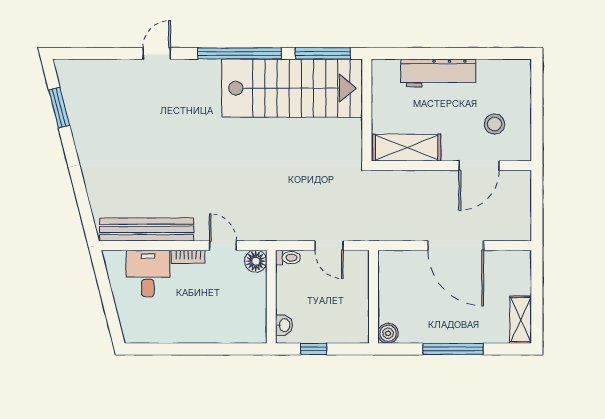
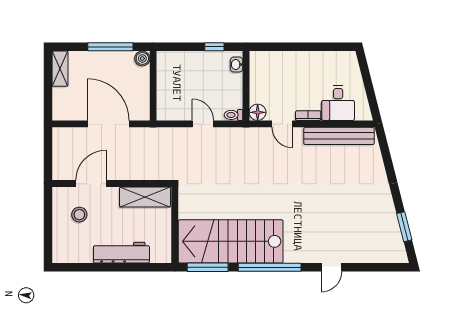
wall: (373, 297) -> (153, 86), moved
boiler: (388, 333) -> (142, 58), moved

